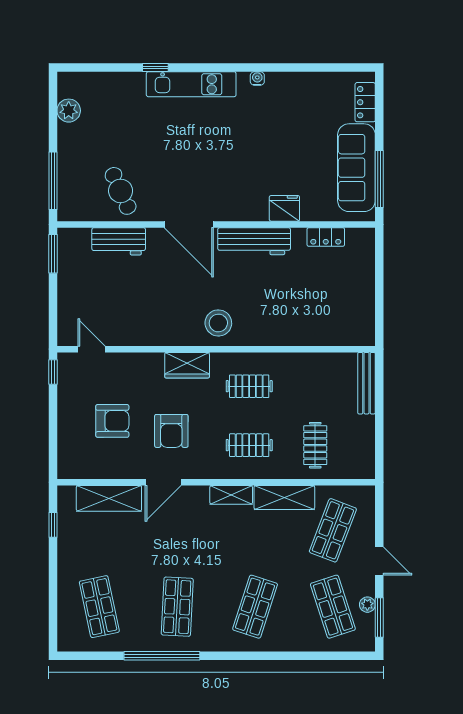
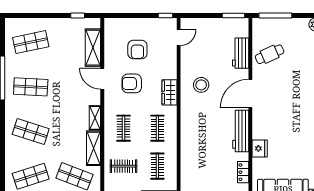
stool: (218, 323) -> (201, 85), moved
clothes rail: (315, 386) -> (157, 166), added

